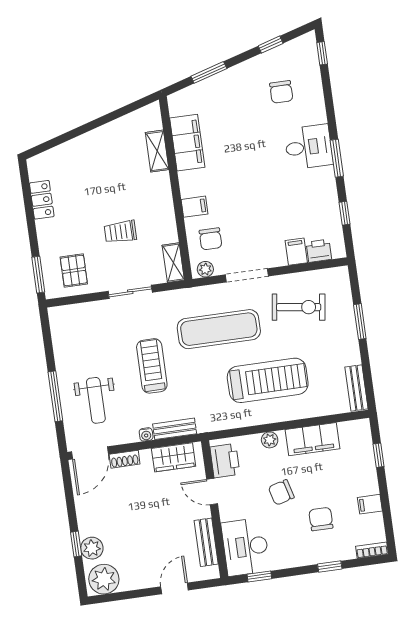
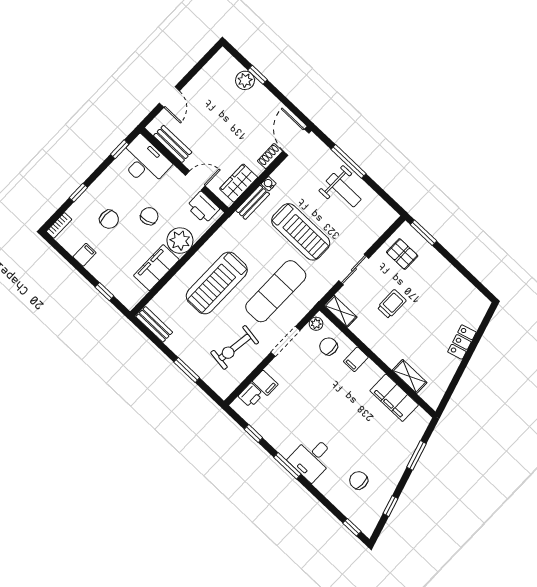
locker: (42, 200) -> (462, 342), moved, turned 74
treadmill: (152, 366) -> (301, 232), width x1.37, depth x1.38
weight bench: (96, 400) -> (344, 190), moved, turned 180
plant: (270, 440) -> (180, 241), width x1.87, depth x1.87
plant: (104, 579) -> (221, 66), removed

